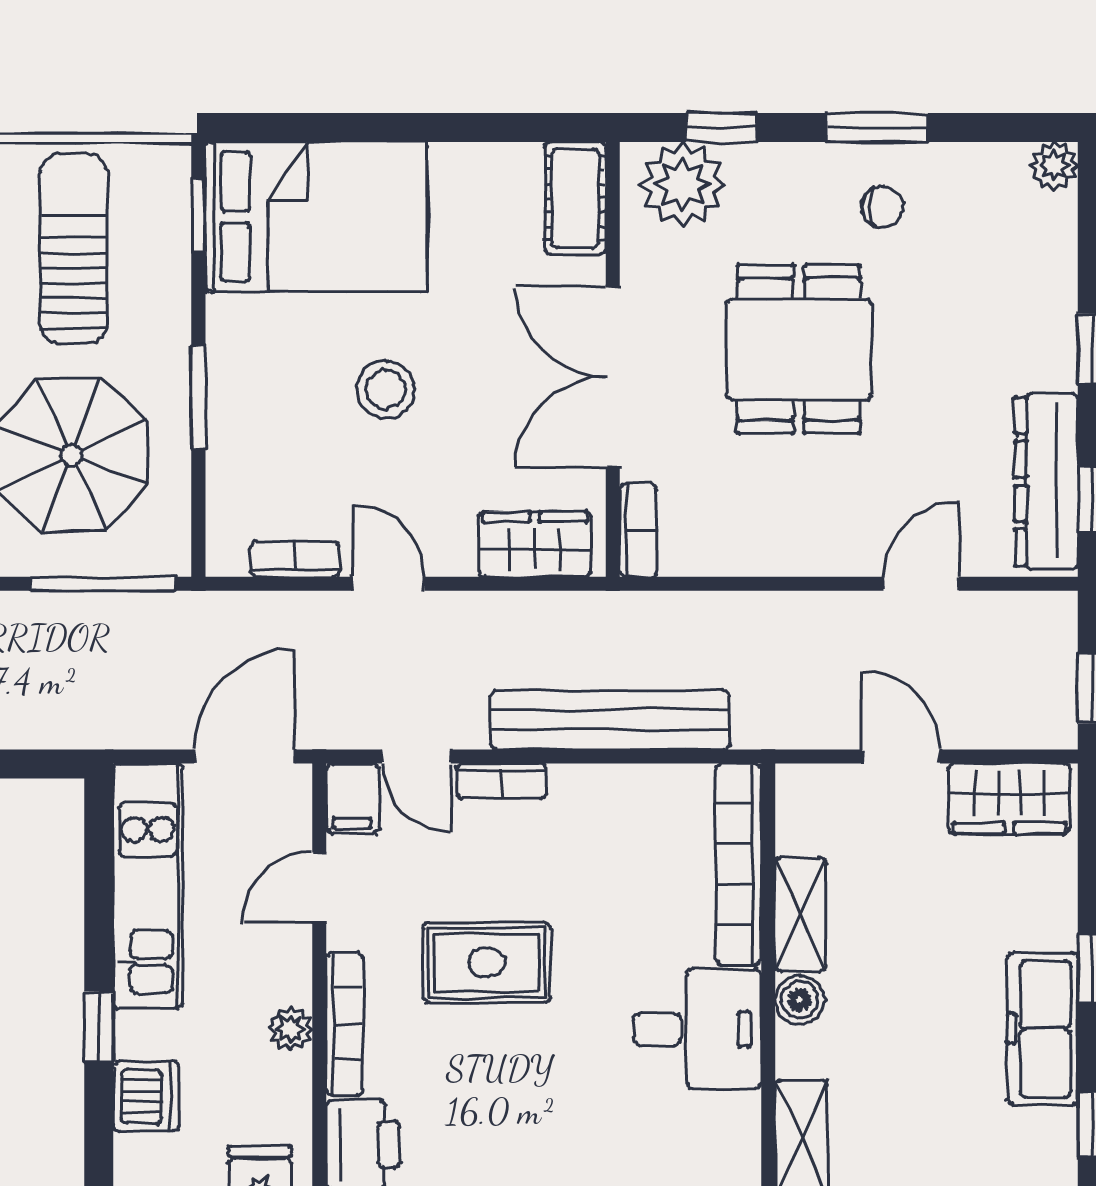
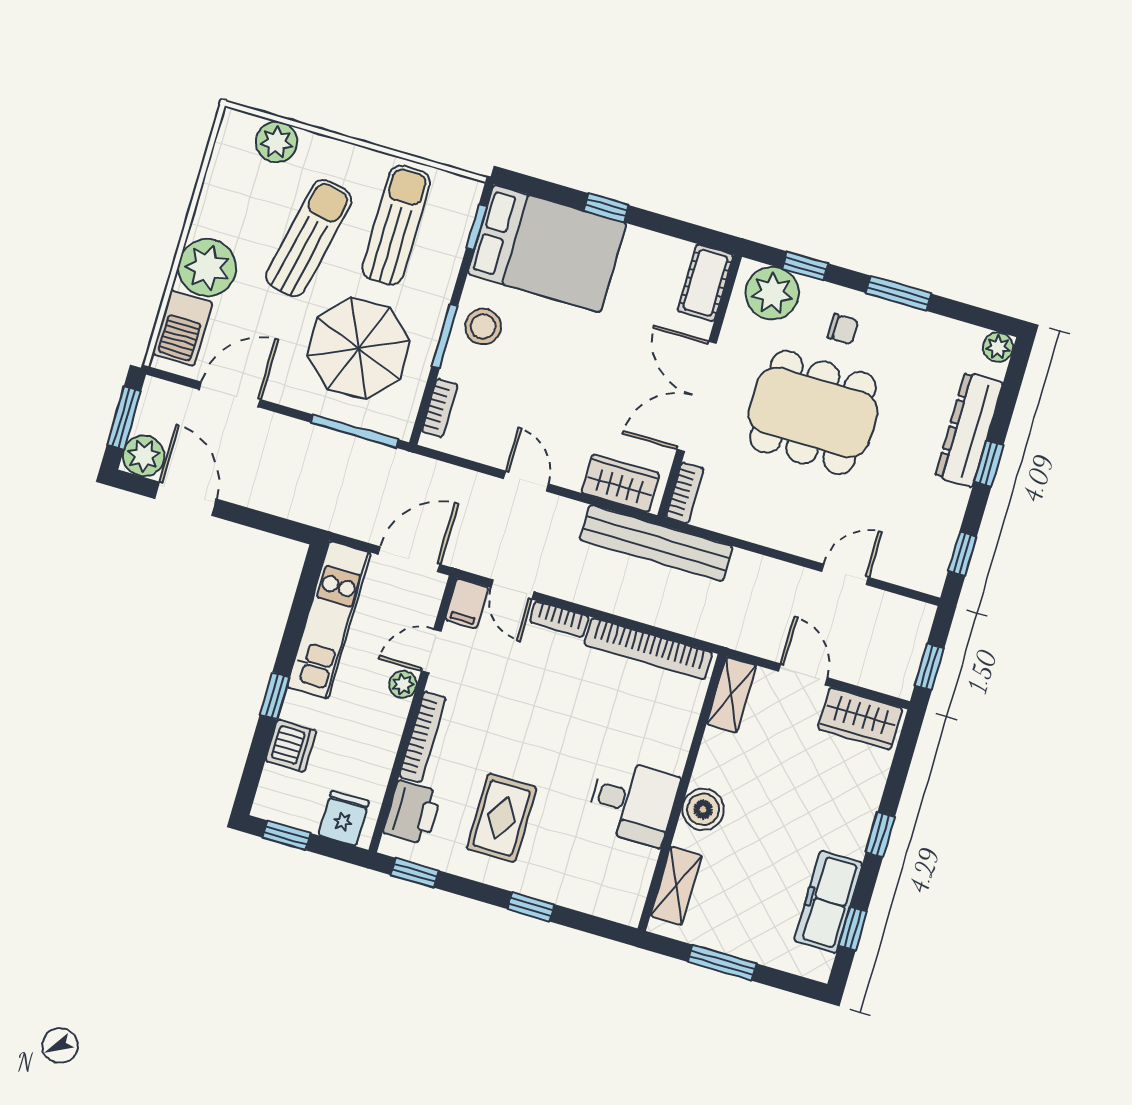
window: (389, 127) -> (606, 208), added
chair: (882, 207) -> (843, 329), moved
dining table: (799, 349) -> (813, 412), width x1.37
stool: (385, 390) -> (483, 326), moved
dresser: (1046, 481) -> (969, 430), moved
bookcase: (295, 559) -> (440, 408), moved, turned 90
bench: (610, 720) -> (656, 543), moved
bookcase: (738, 864) -> (648, 649), moved, turned -90
shelving: (800, 914) -> (731, 695), moved
rug: (487, 963) -> (501, 818), moved, turned 90
boiler: (800, 1000) -> (703, 809), width x1.36, depth x1.36
plant: (290, 1029) -> (403, 684), moved
freezer: (1042, 1029) -> (828, 902), moved

